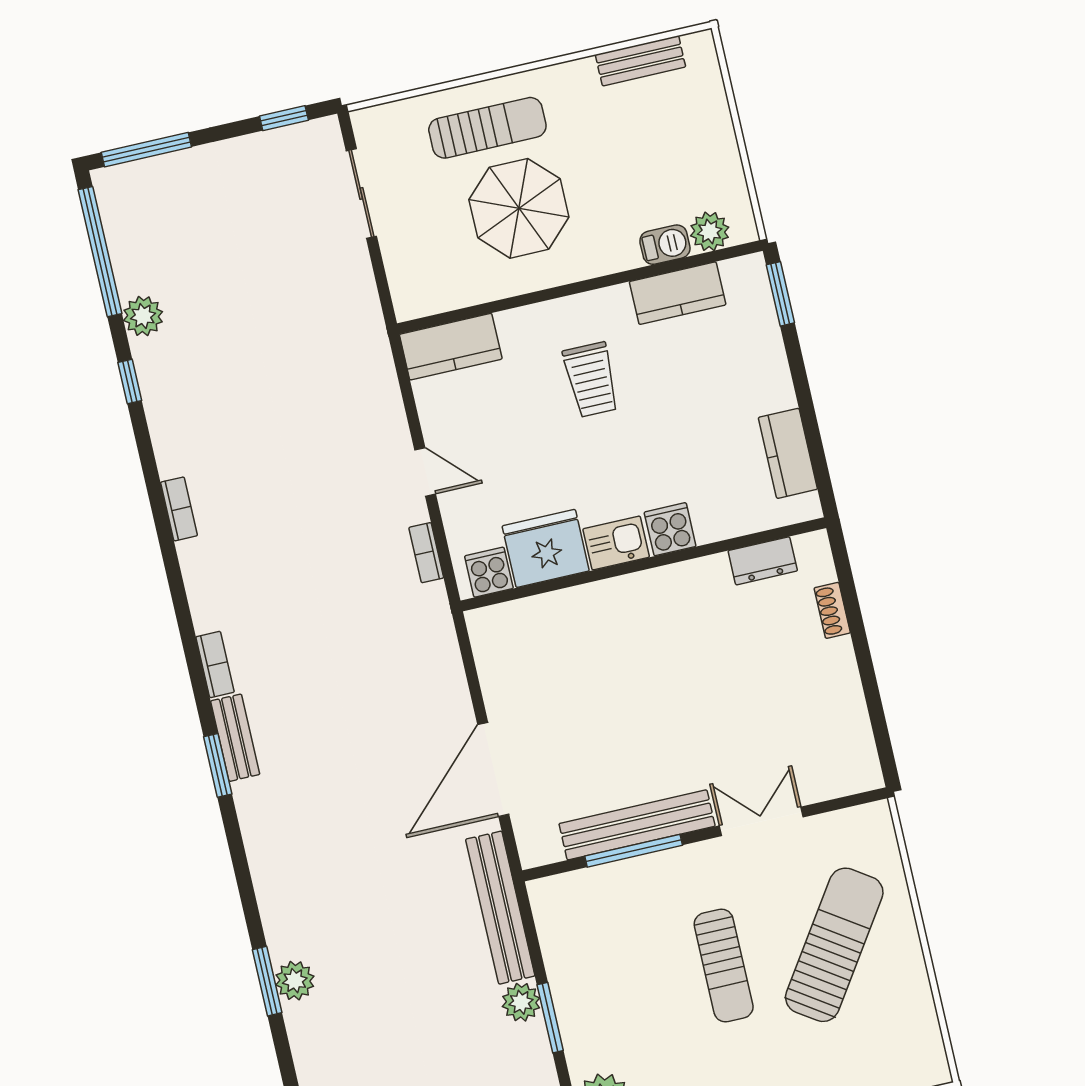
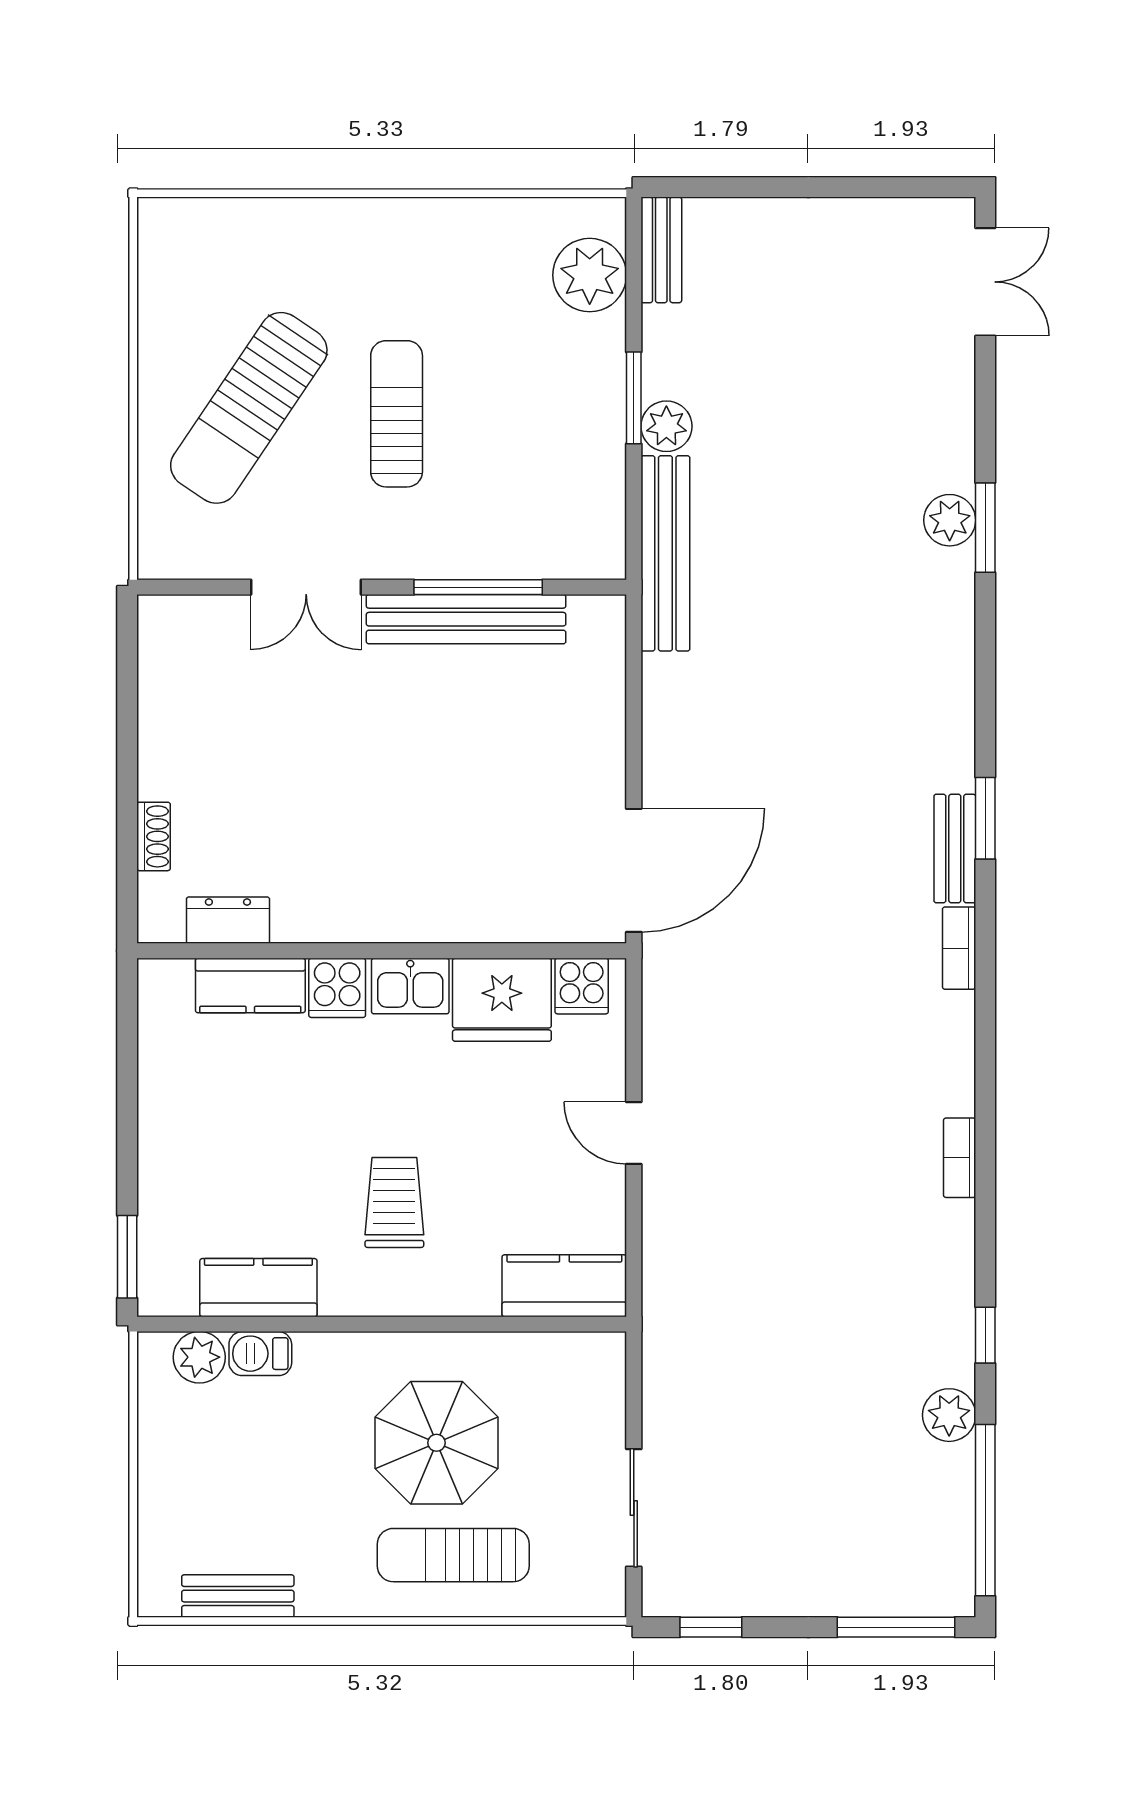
kitchen counter: (788, 453) -> (250, 985), moved, turned 90
bookcase: (426, 553) -> (656, 1029), removed
door: (493, 769) -> (634, 870), moved

